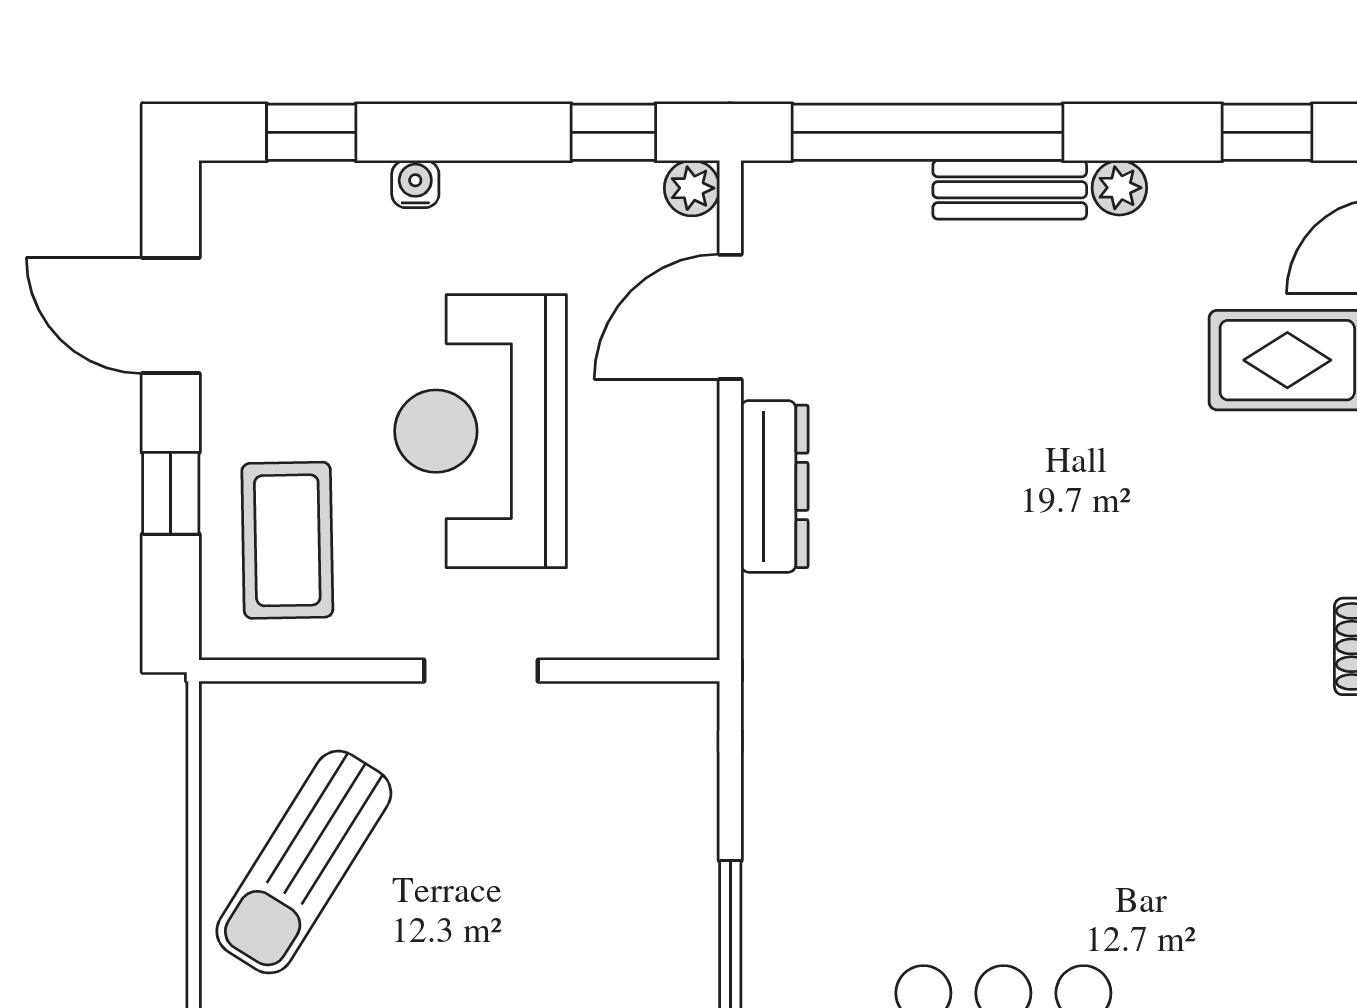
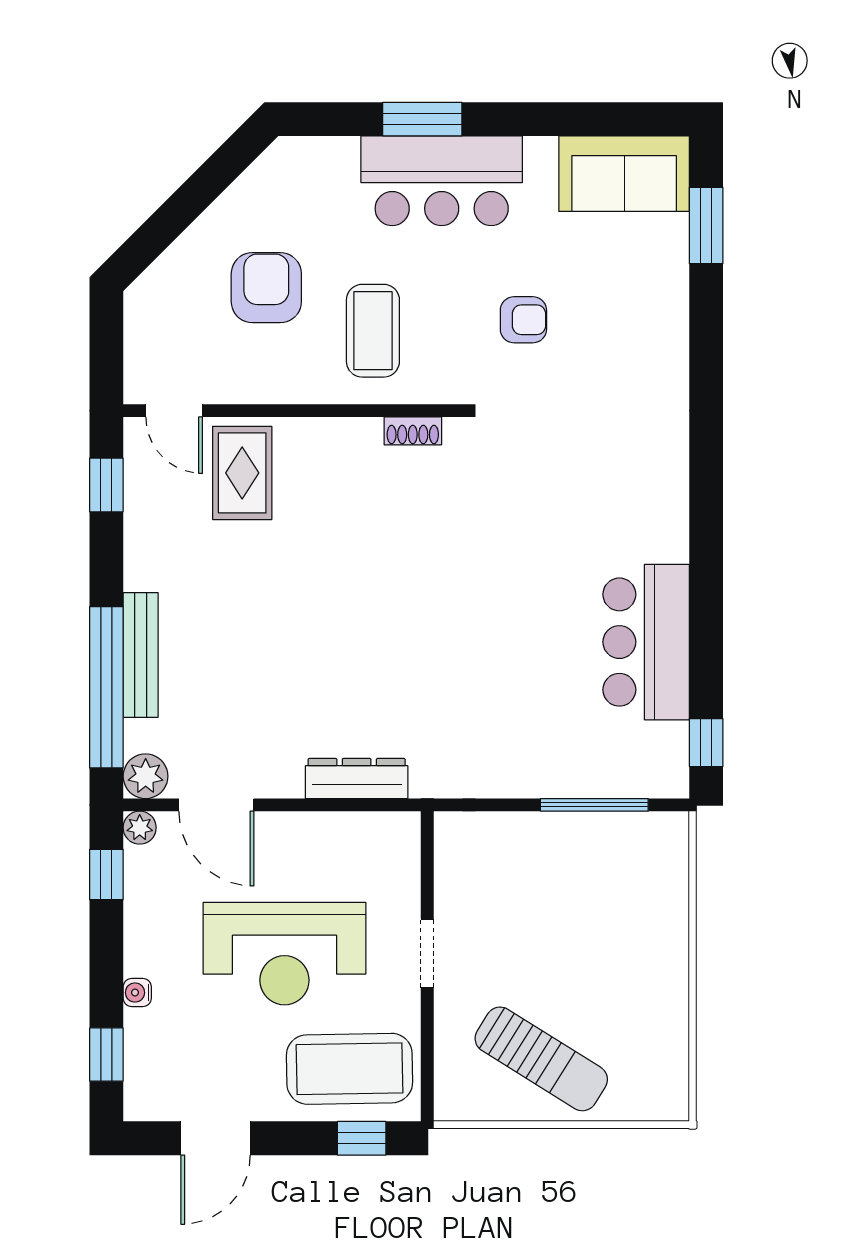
plant: (1119, 188) -> (146, 776), moved, width x1.38, depth x1.38
bench: (1010, 190) -> (141, 655), width x1.36
dresser: (774, 486) -> (357, 779), moved
window: (171, 493) -> (362, 1138), moved
coffee table: (287, 540) -> (350, 1069), width x1.36, depth x1.32

